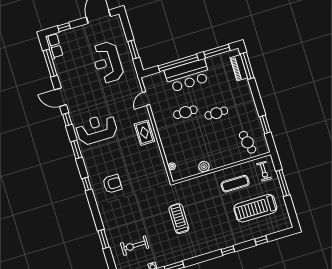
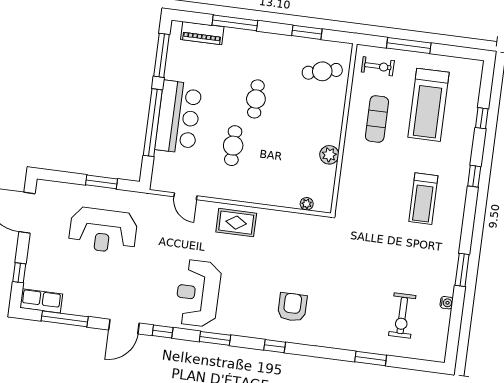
window: (247, 66) -> (235, 23), moved
treadmill: (179, 219) -> (423, 199), moved, turned -90

